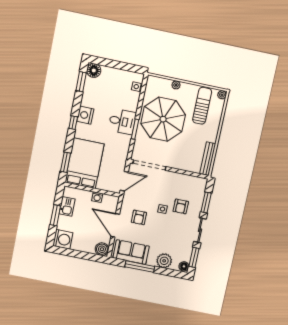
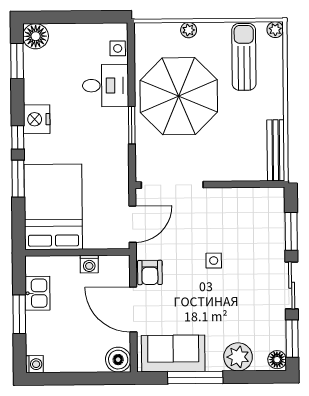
desk: (122, 121) -> (105, 86), moved
window: (66, 162) -> (18, 179), moved
armchair: (181, 206) -> (246, 249), removed
armchair: (139, 217) -> (150, 272), moved
washing machine: (63, 239) -> (34, 364), width x0.53, depth x0.53

